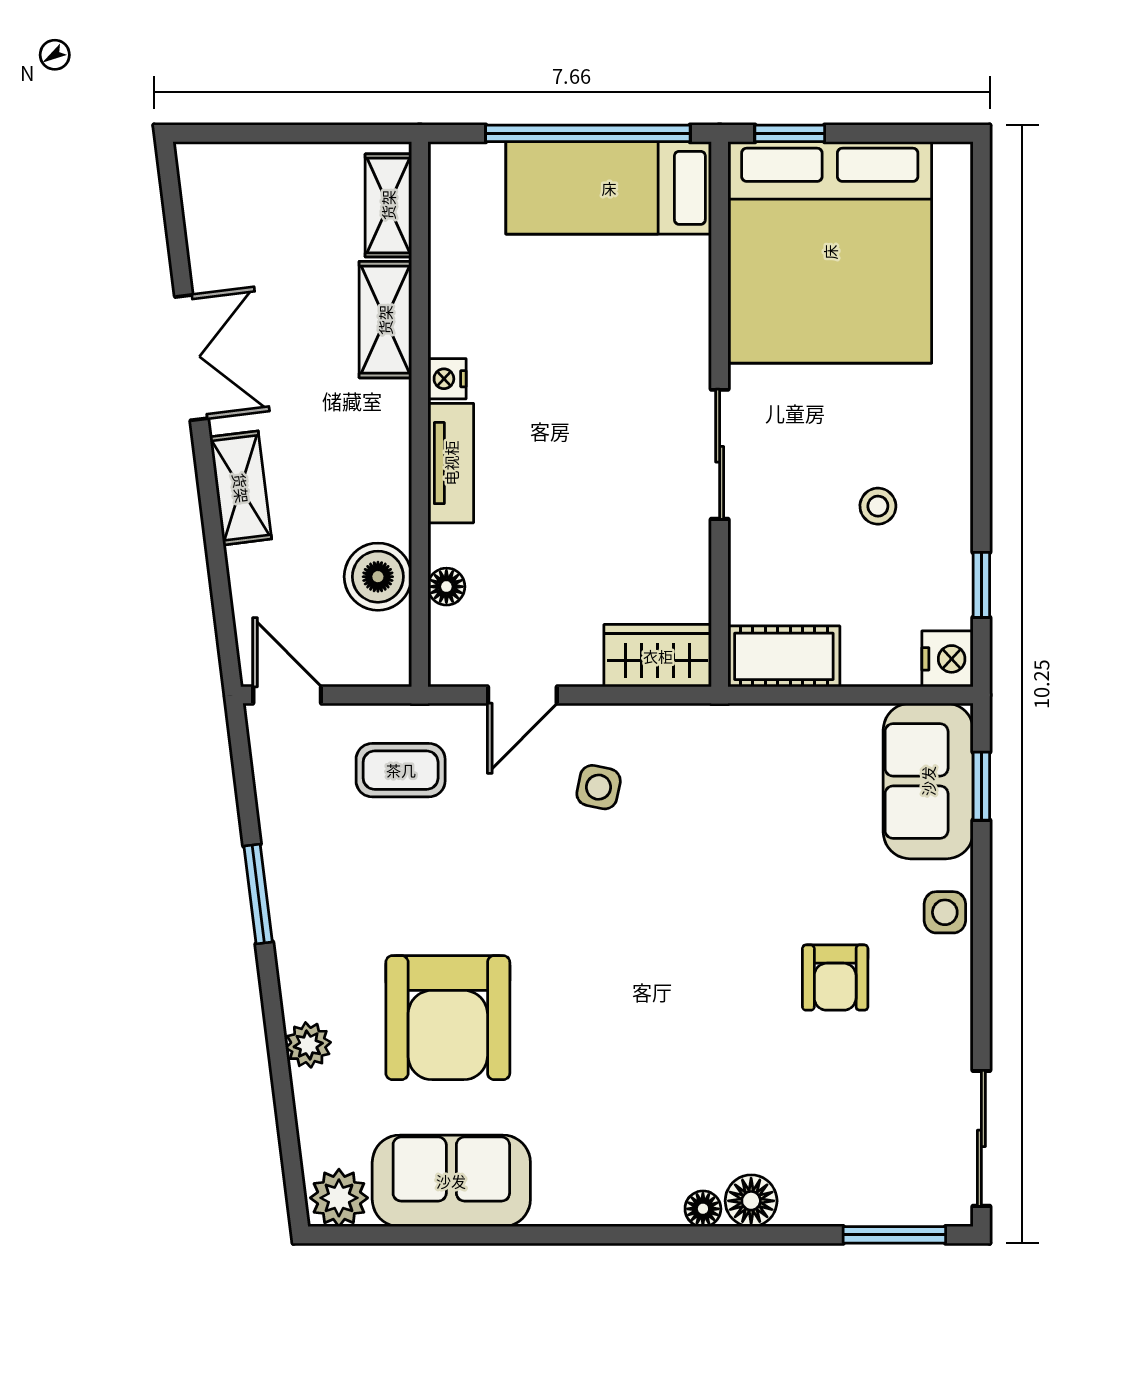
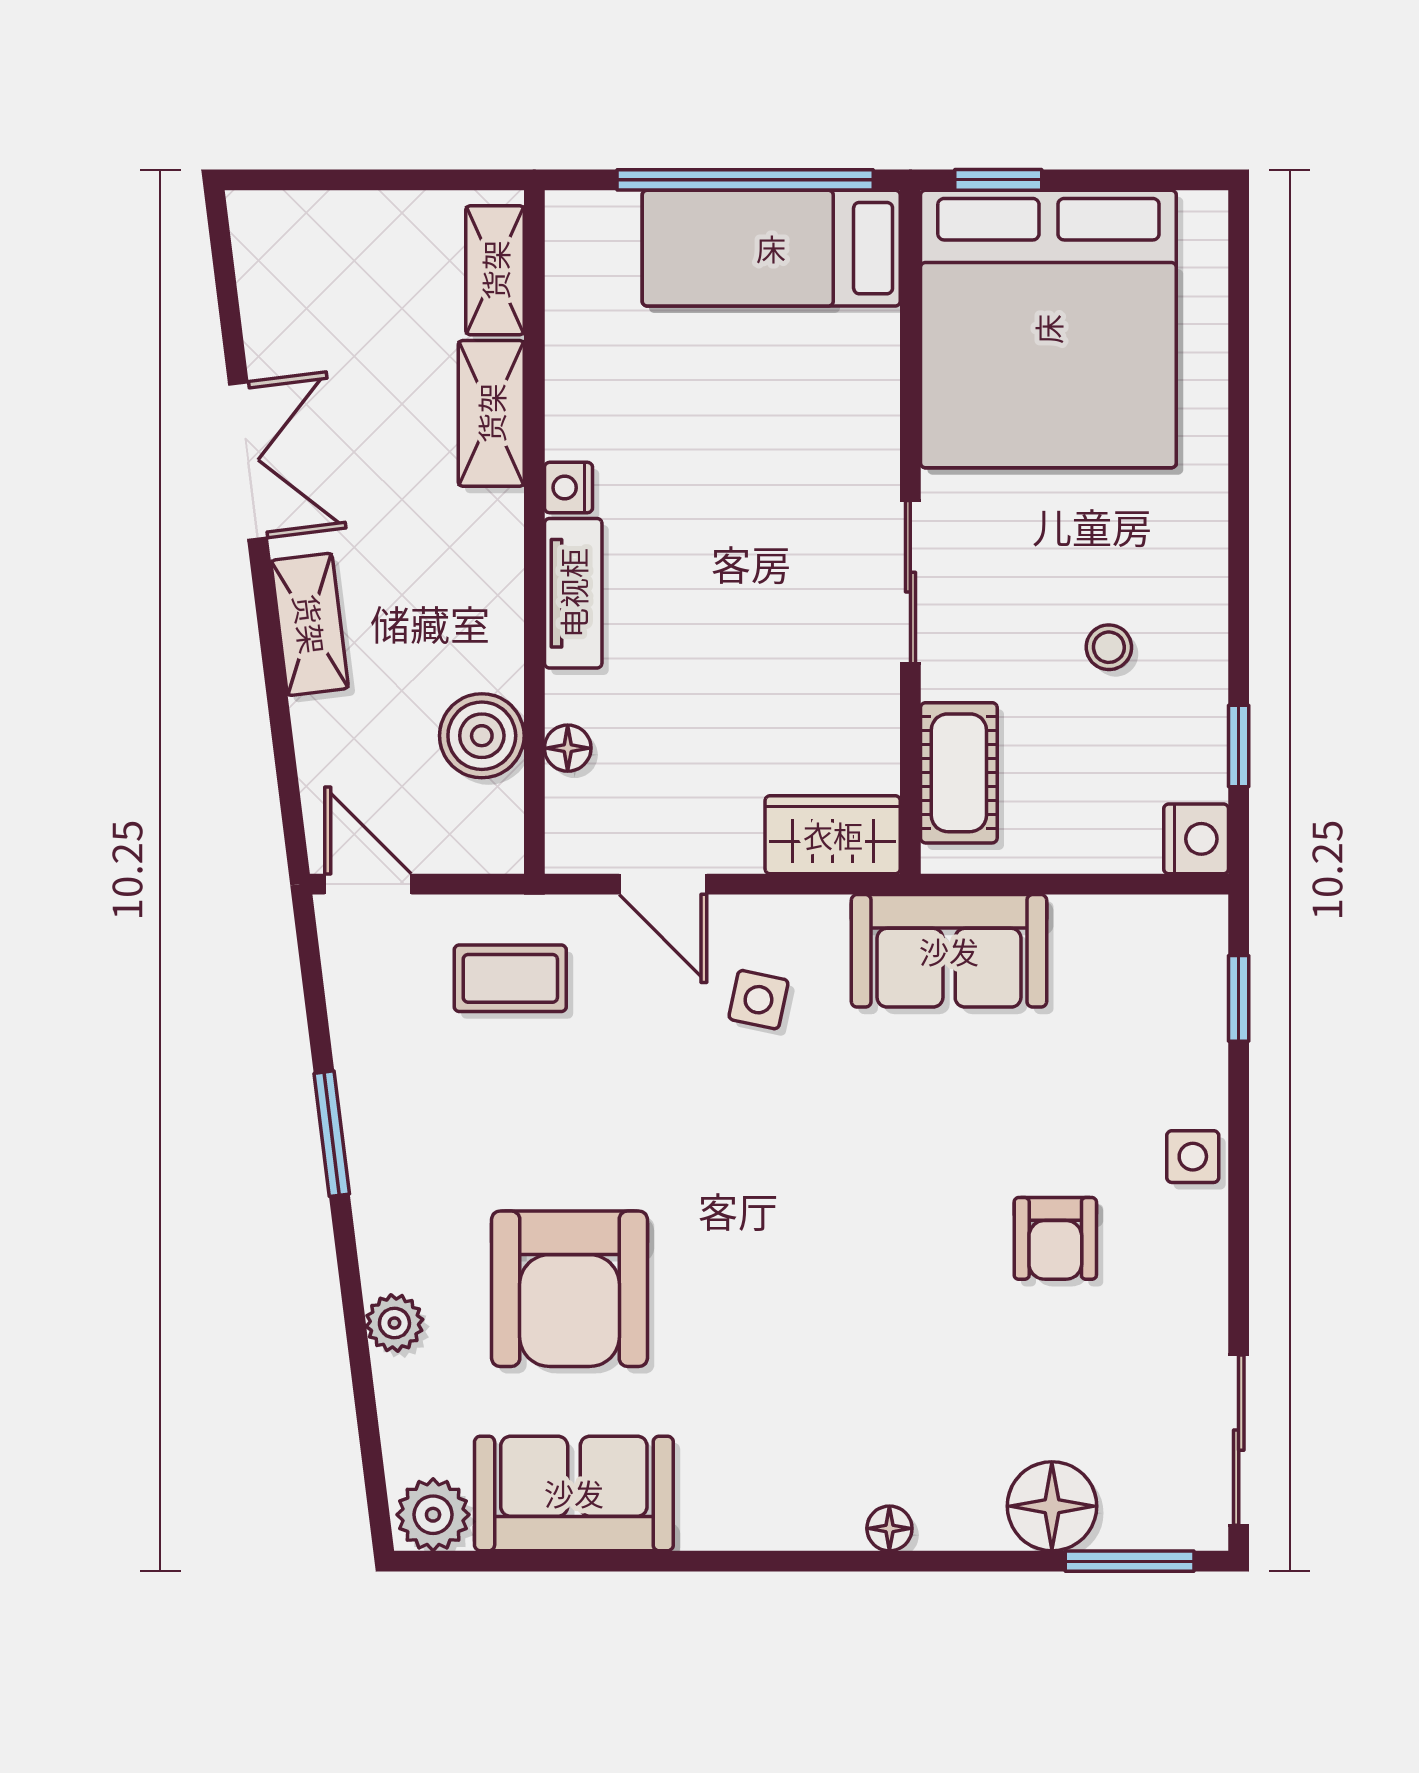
cot: (784, 656) -> (959, 773), moved, turned 90
door: (522, 695) -> (663, 884), hinge flipped
sofa: (928, 781) -> (949, 951), moved, turned -90
floor lamp: (751, 1201) -> (1052, 1506), moved, width x1.38, depth x1.38

